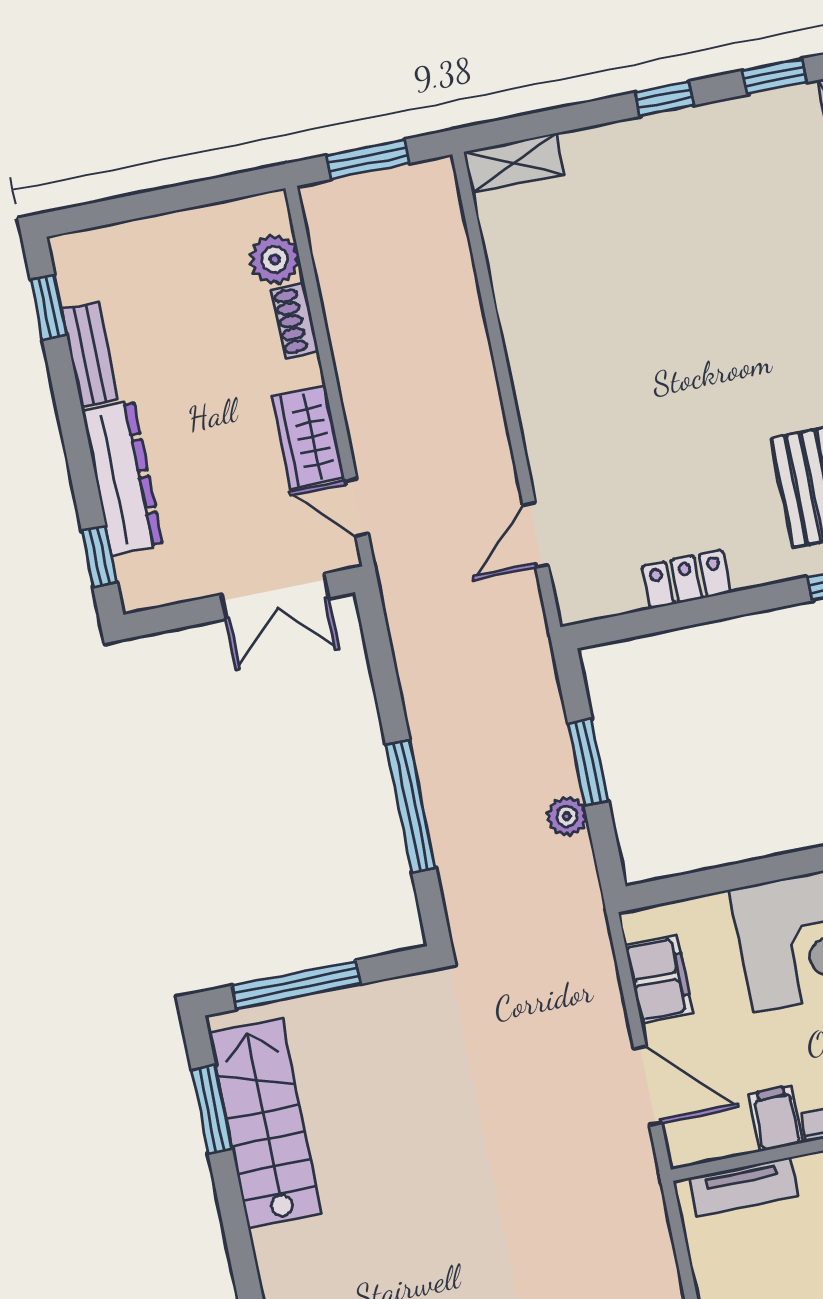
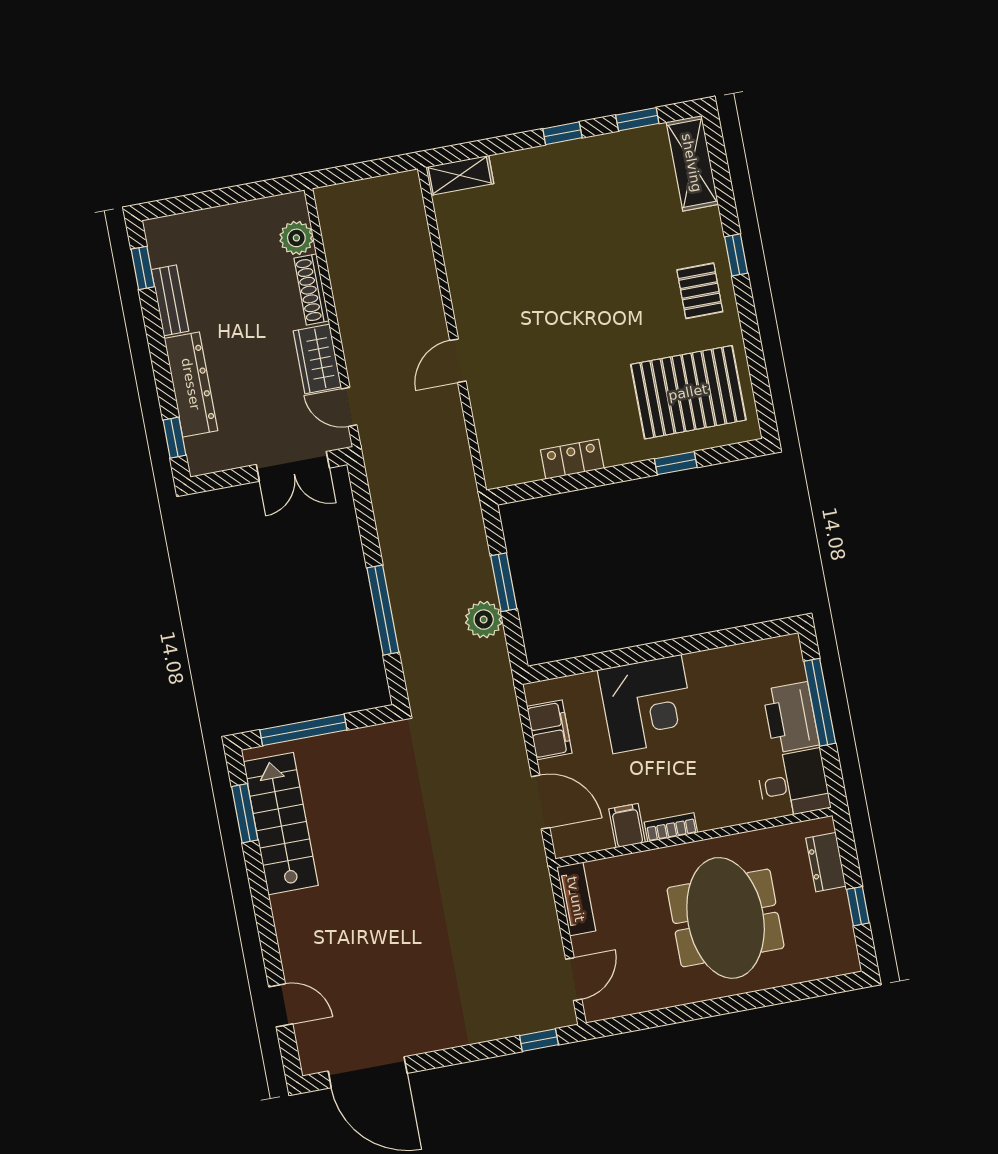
window: (368, 159) -> (361, 171), removed
shoe rack: (295, 320) -> (311, 290), width x1.43
door: (536, 535) -> (458, 361), moved
plant: (567, 816) -> (484, 620), width x1.38, depth x1.38
tv unit: (743, 1187) -> (576, 899), moved, turned -90

